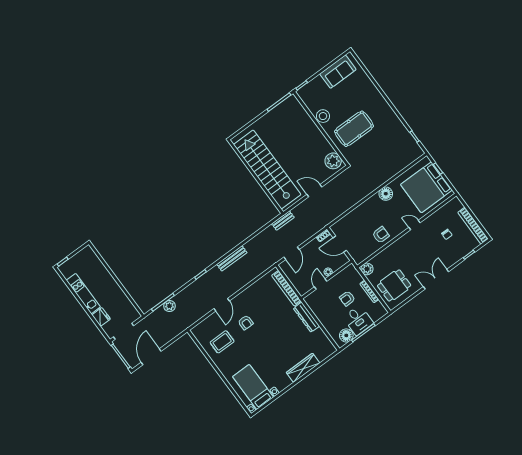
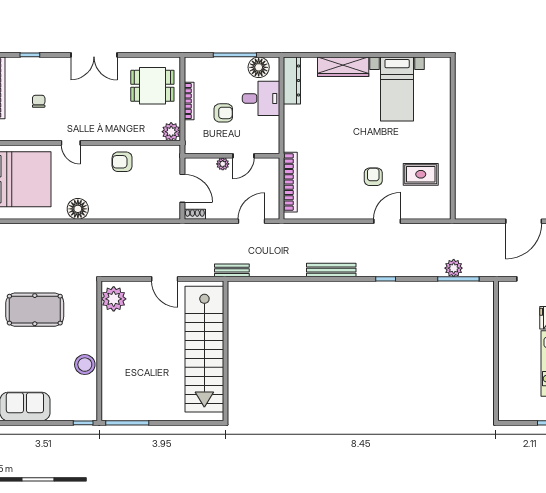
pool table: (354, 129) -> (35, 310), moved
dresser: (306, 317) -> (292, 80), moved
desk: (358, 320) -> (261, 98), moved, turned 90
bed with nightstands: (253, 387) -> (397, 89), moved

